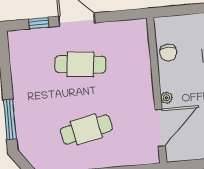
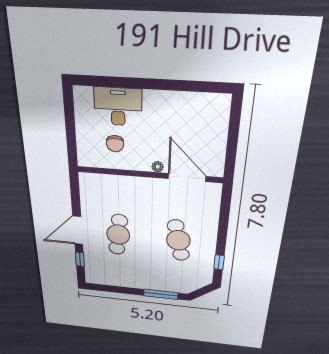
chair: (168, 53) -> (115, 144), moved, turned 90

